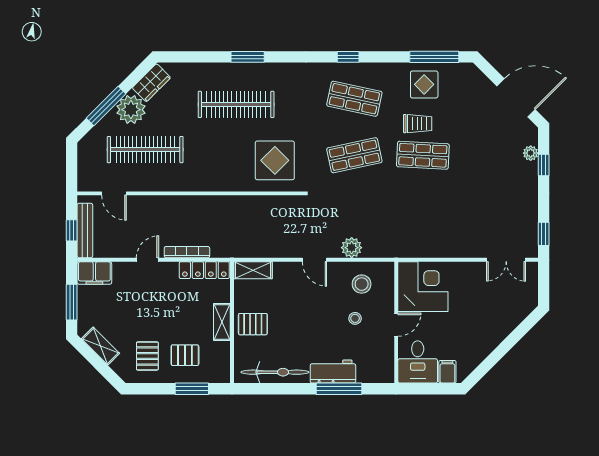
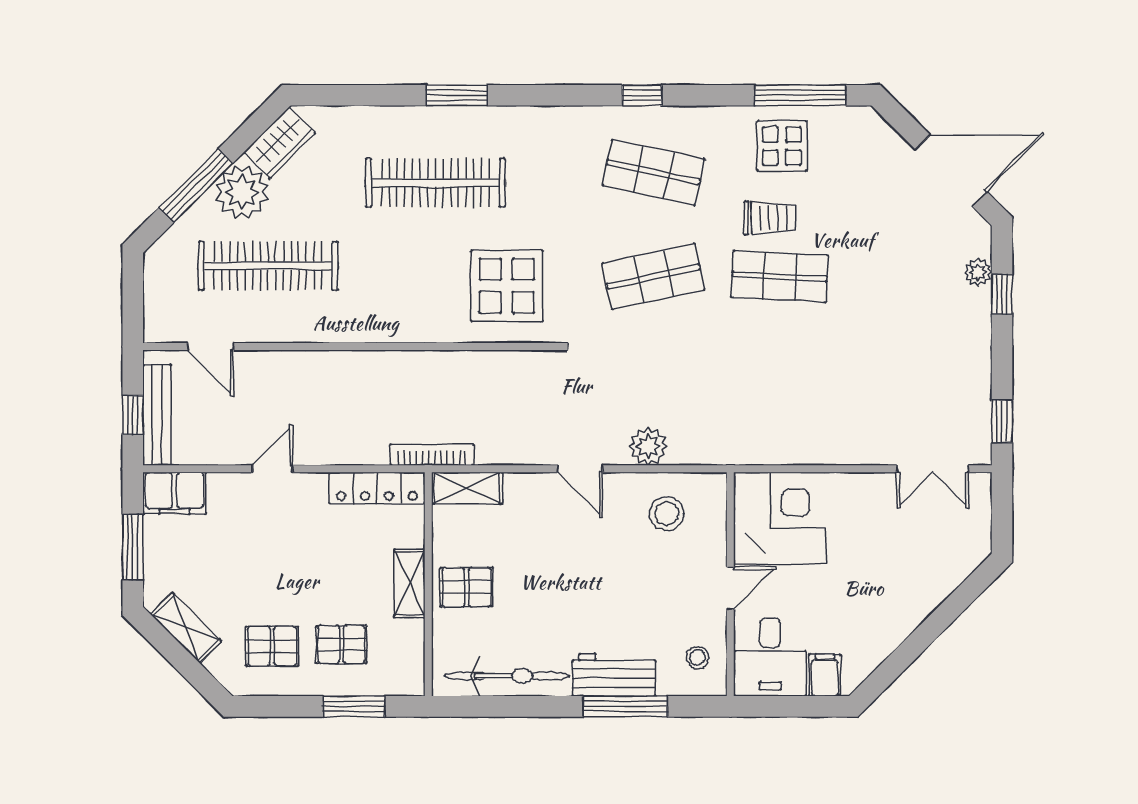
bookcase: (187, 252) -> (432, 455), moved
stool: (355, 318) -> (697, 658), moved
pallet: (147, 356) -> (272, 646), turned 90

